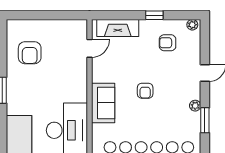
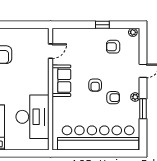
fireplace: (118, 28) -> (73, 35), removed
sofa: (103, 103) -> (61, 81), moved
armchair: (168, 106) -> (113, 98), added

